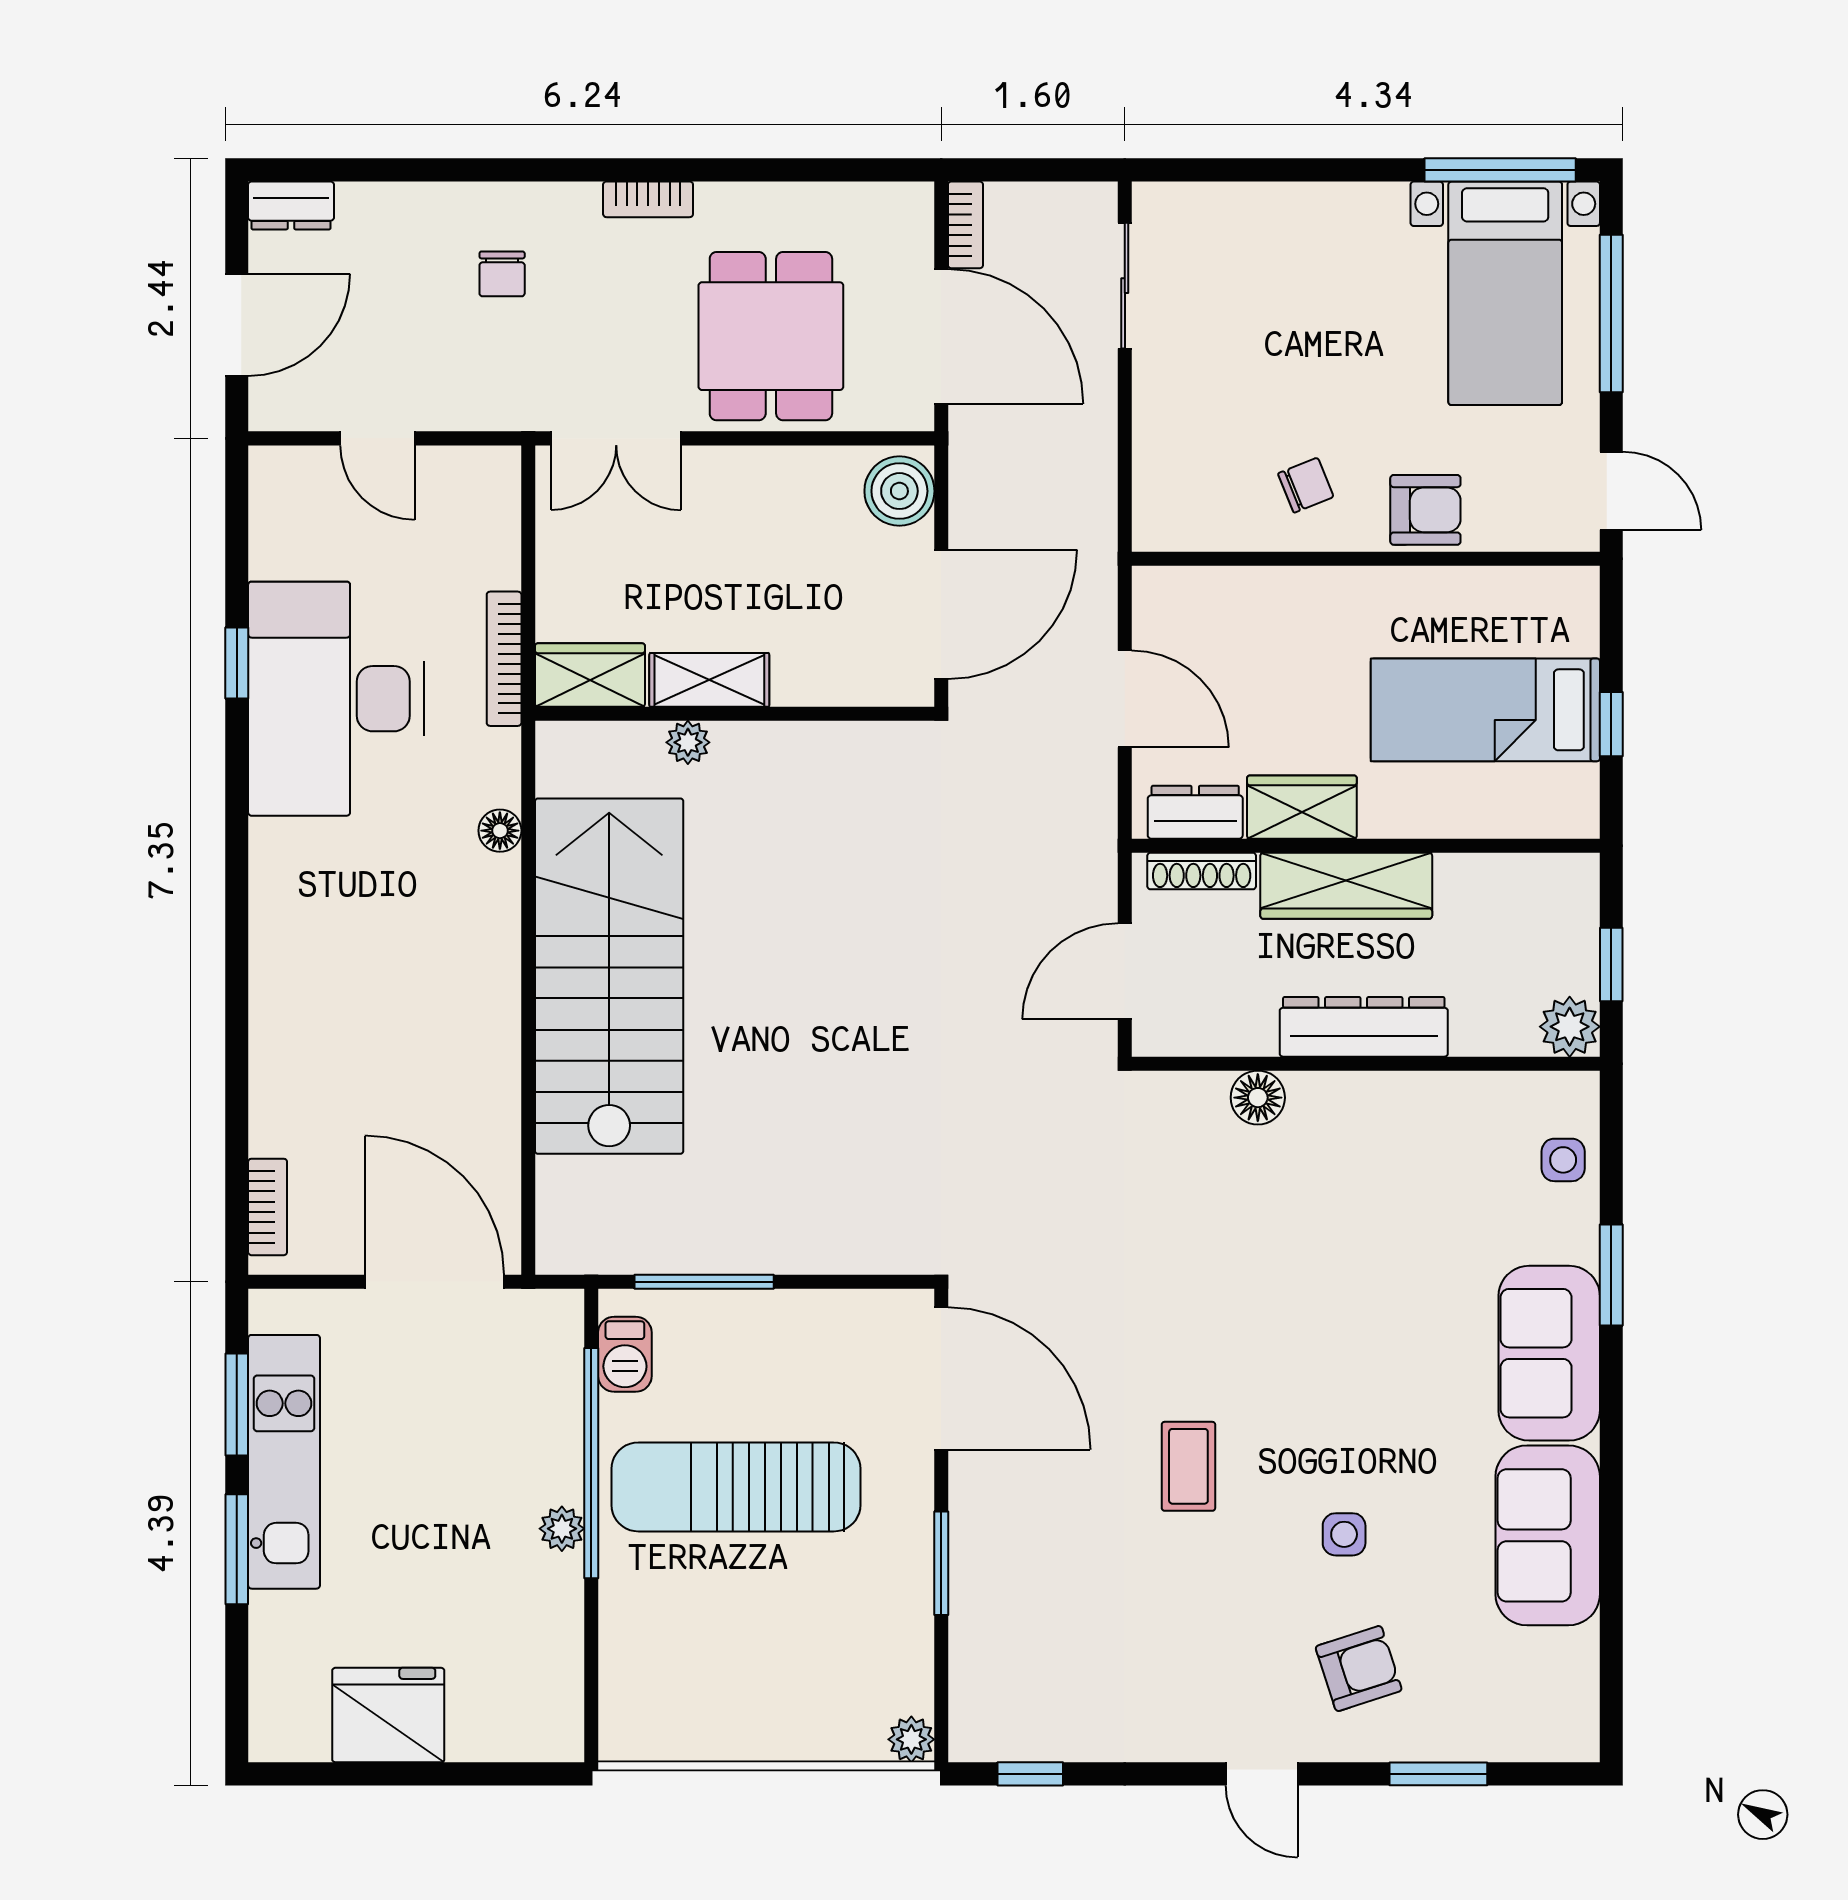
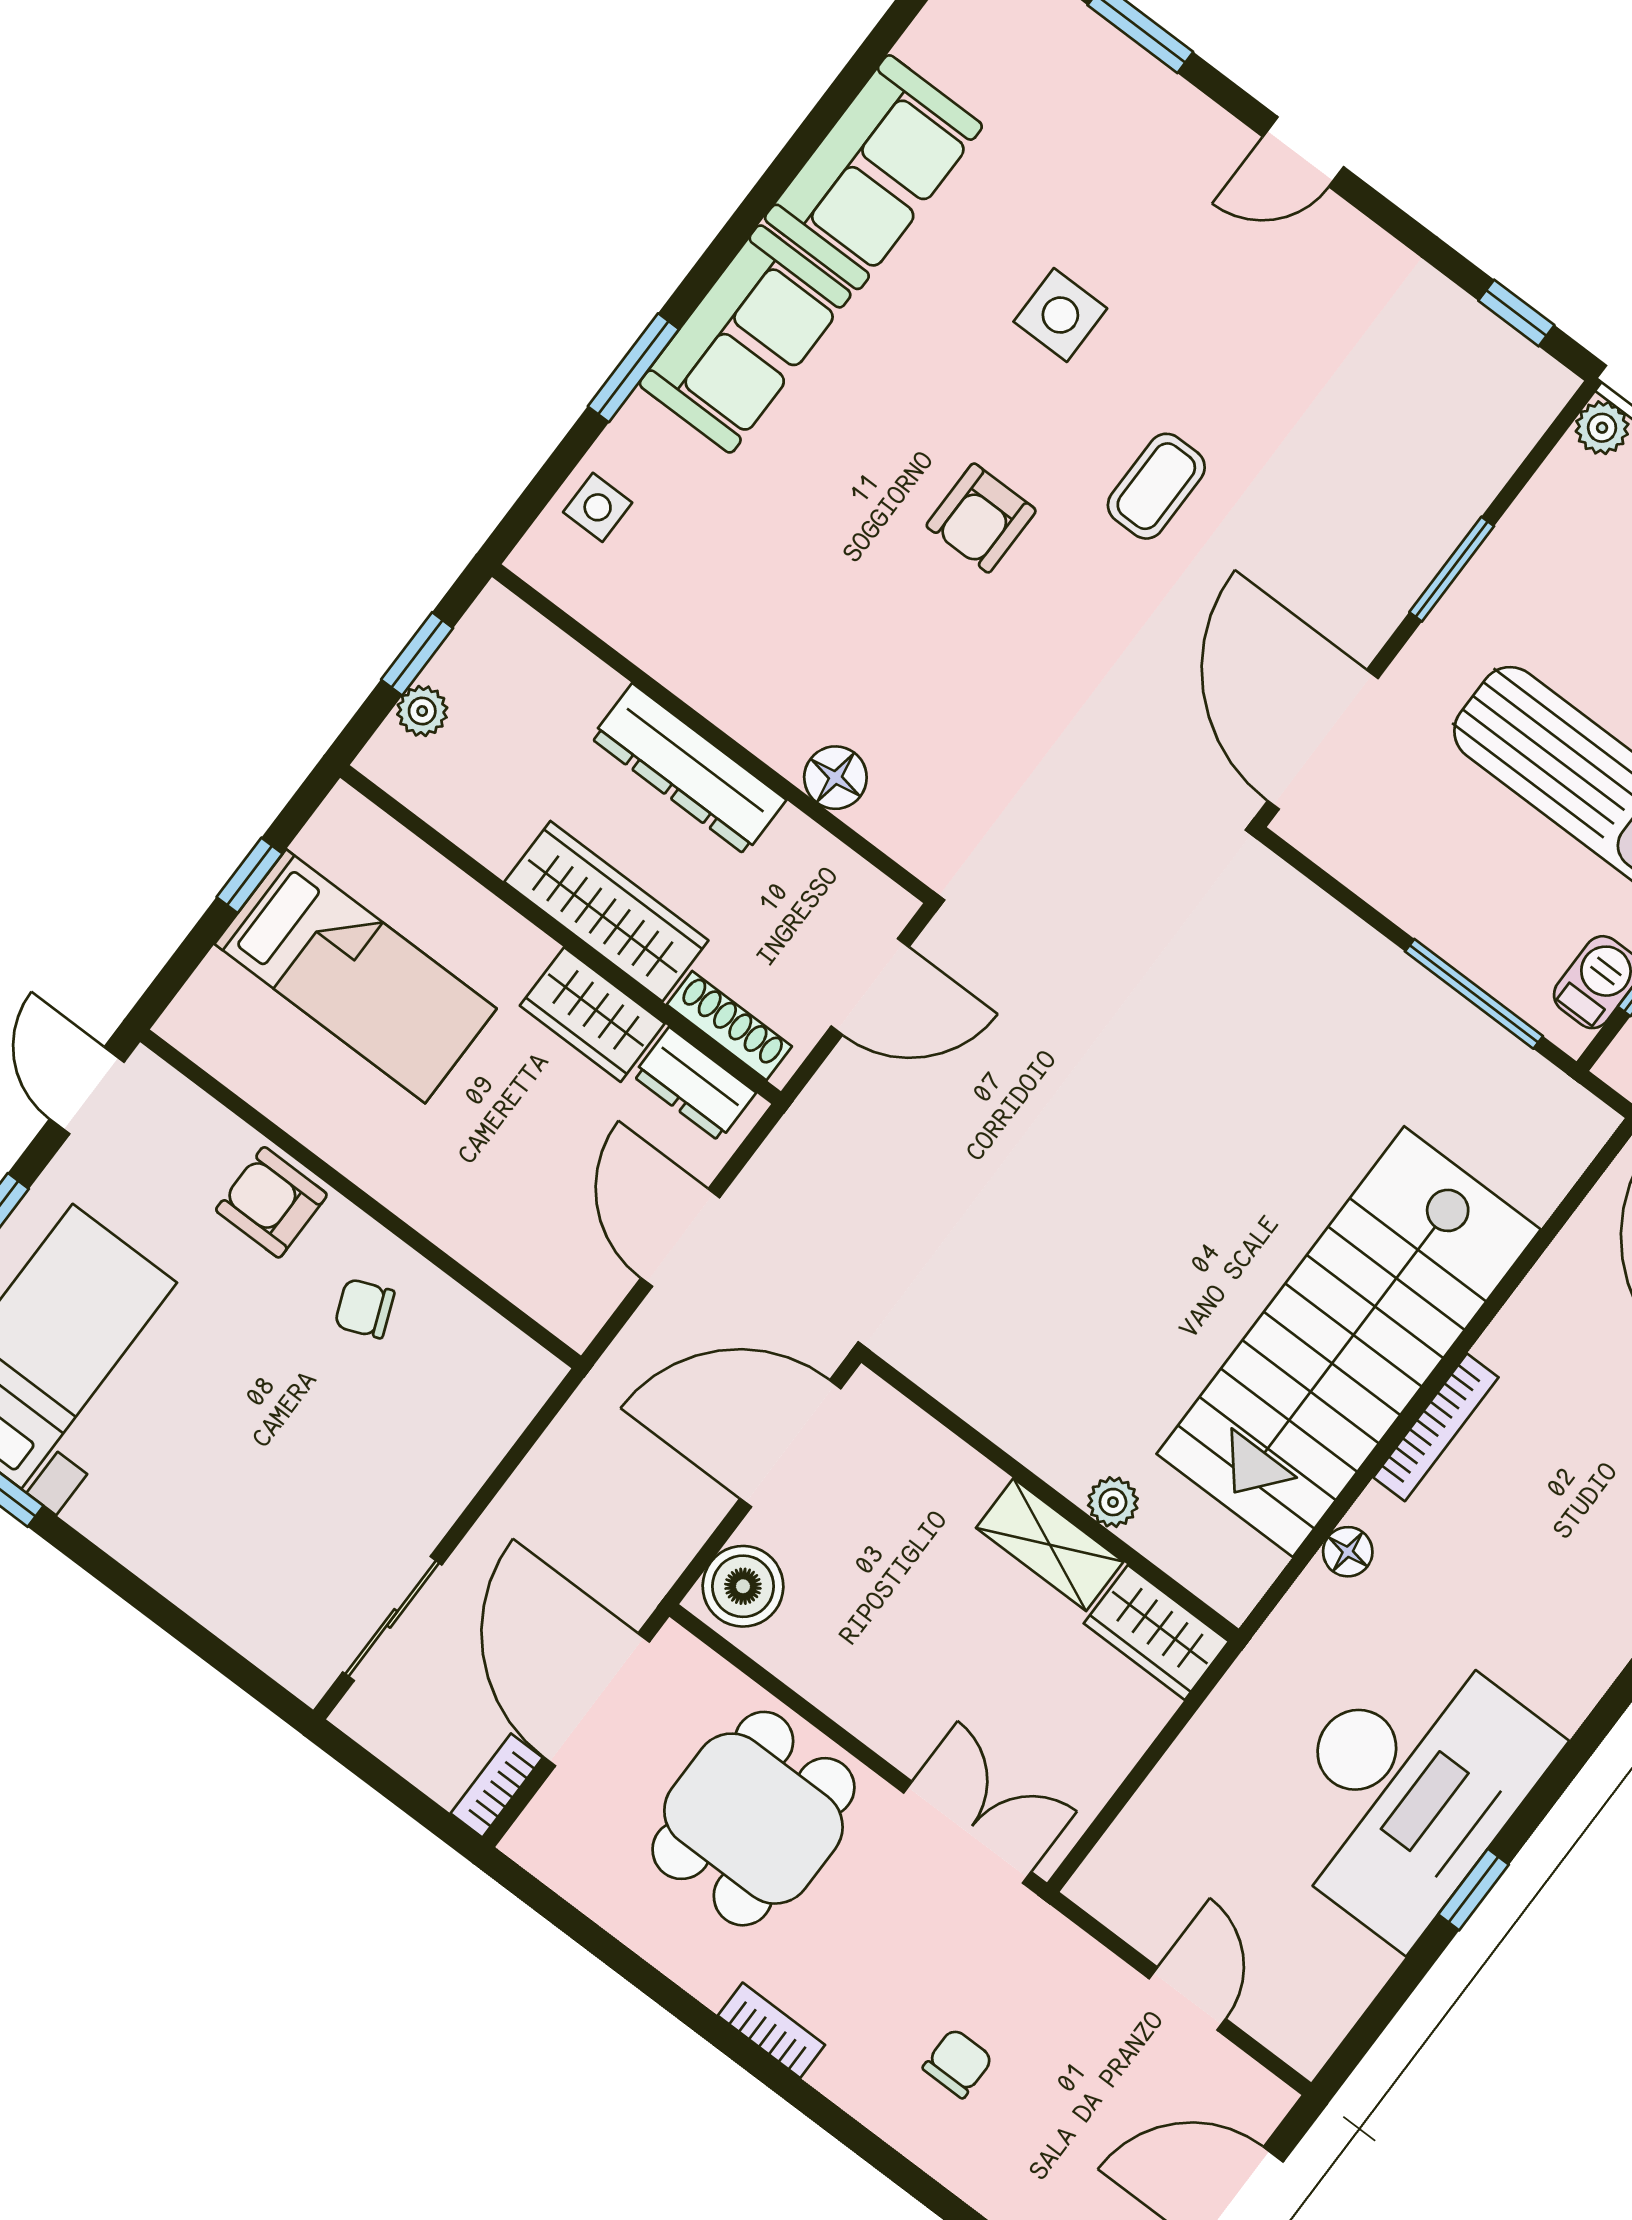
bookcase: (504, 659) -> (1436, 1427), moved
plant: (1570, 1027) -> (422, 711), moved, width x0.73, depth x0.73
side table: (1344, 1534) -> (1060, 315), width x1.37, depth x1.37
armchair: (1359, 1669) -> (981, 518), moved, turned -72
door: (1262, 1774) -> (1303, 152), swing flipped

